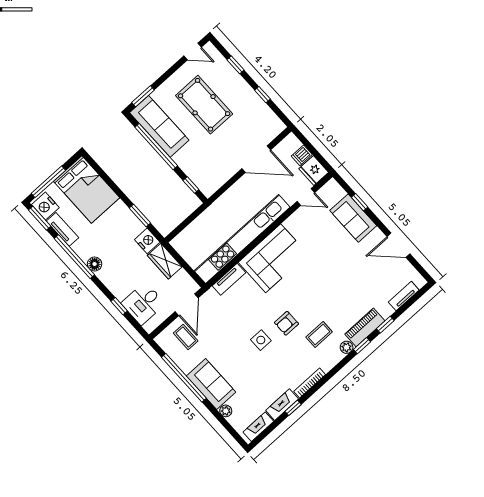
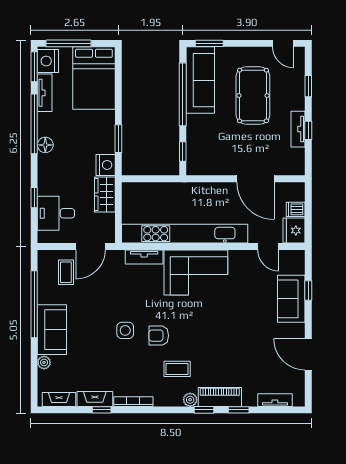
tv unit: (255, 100) -> (298, 129), added

